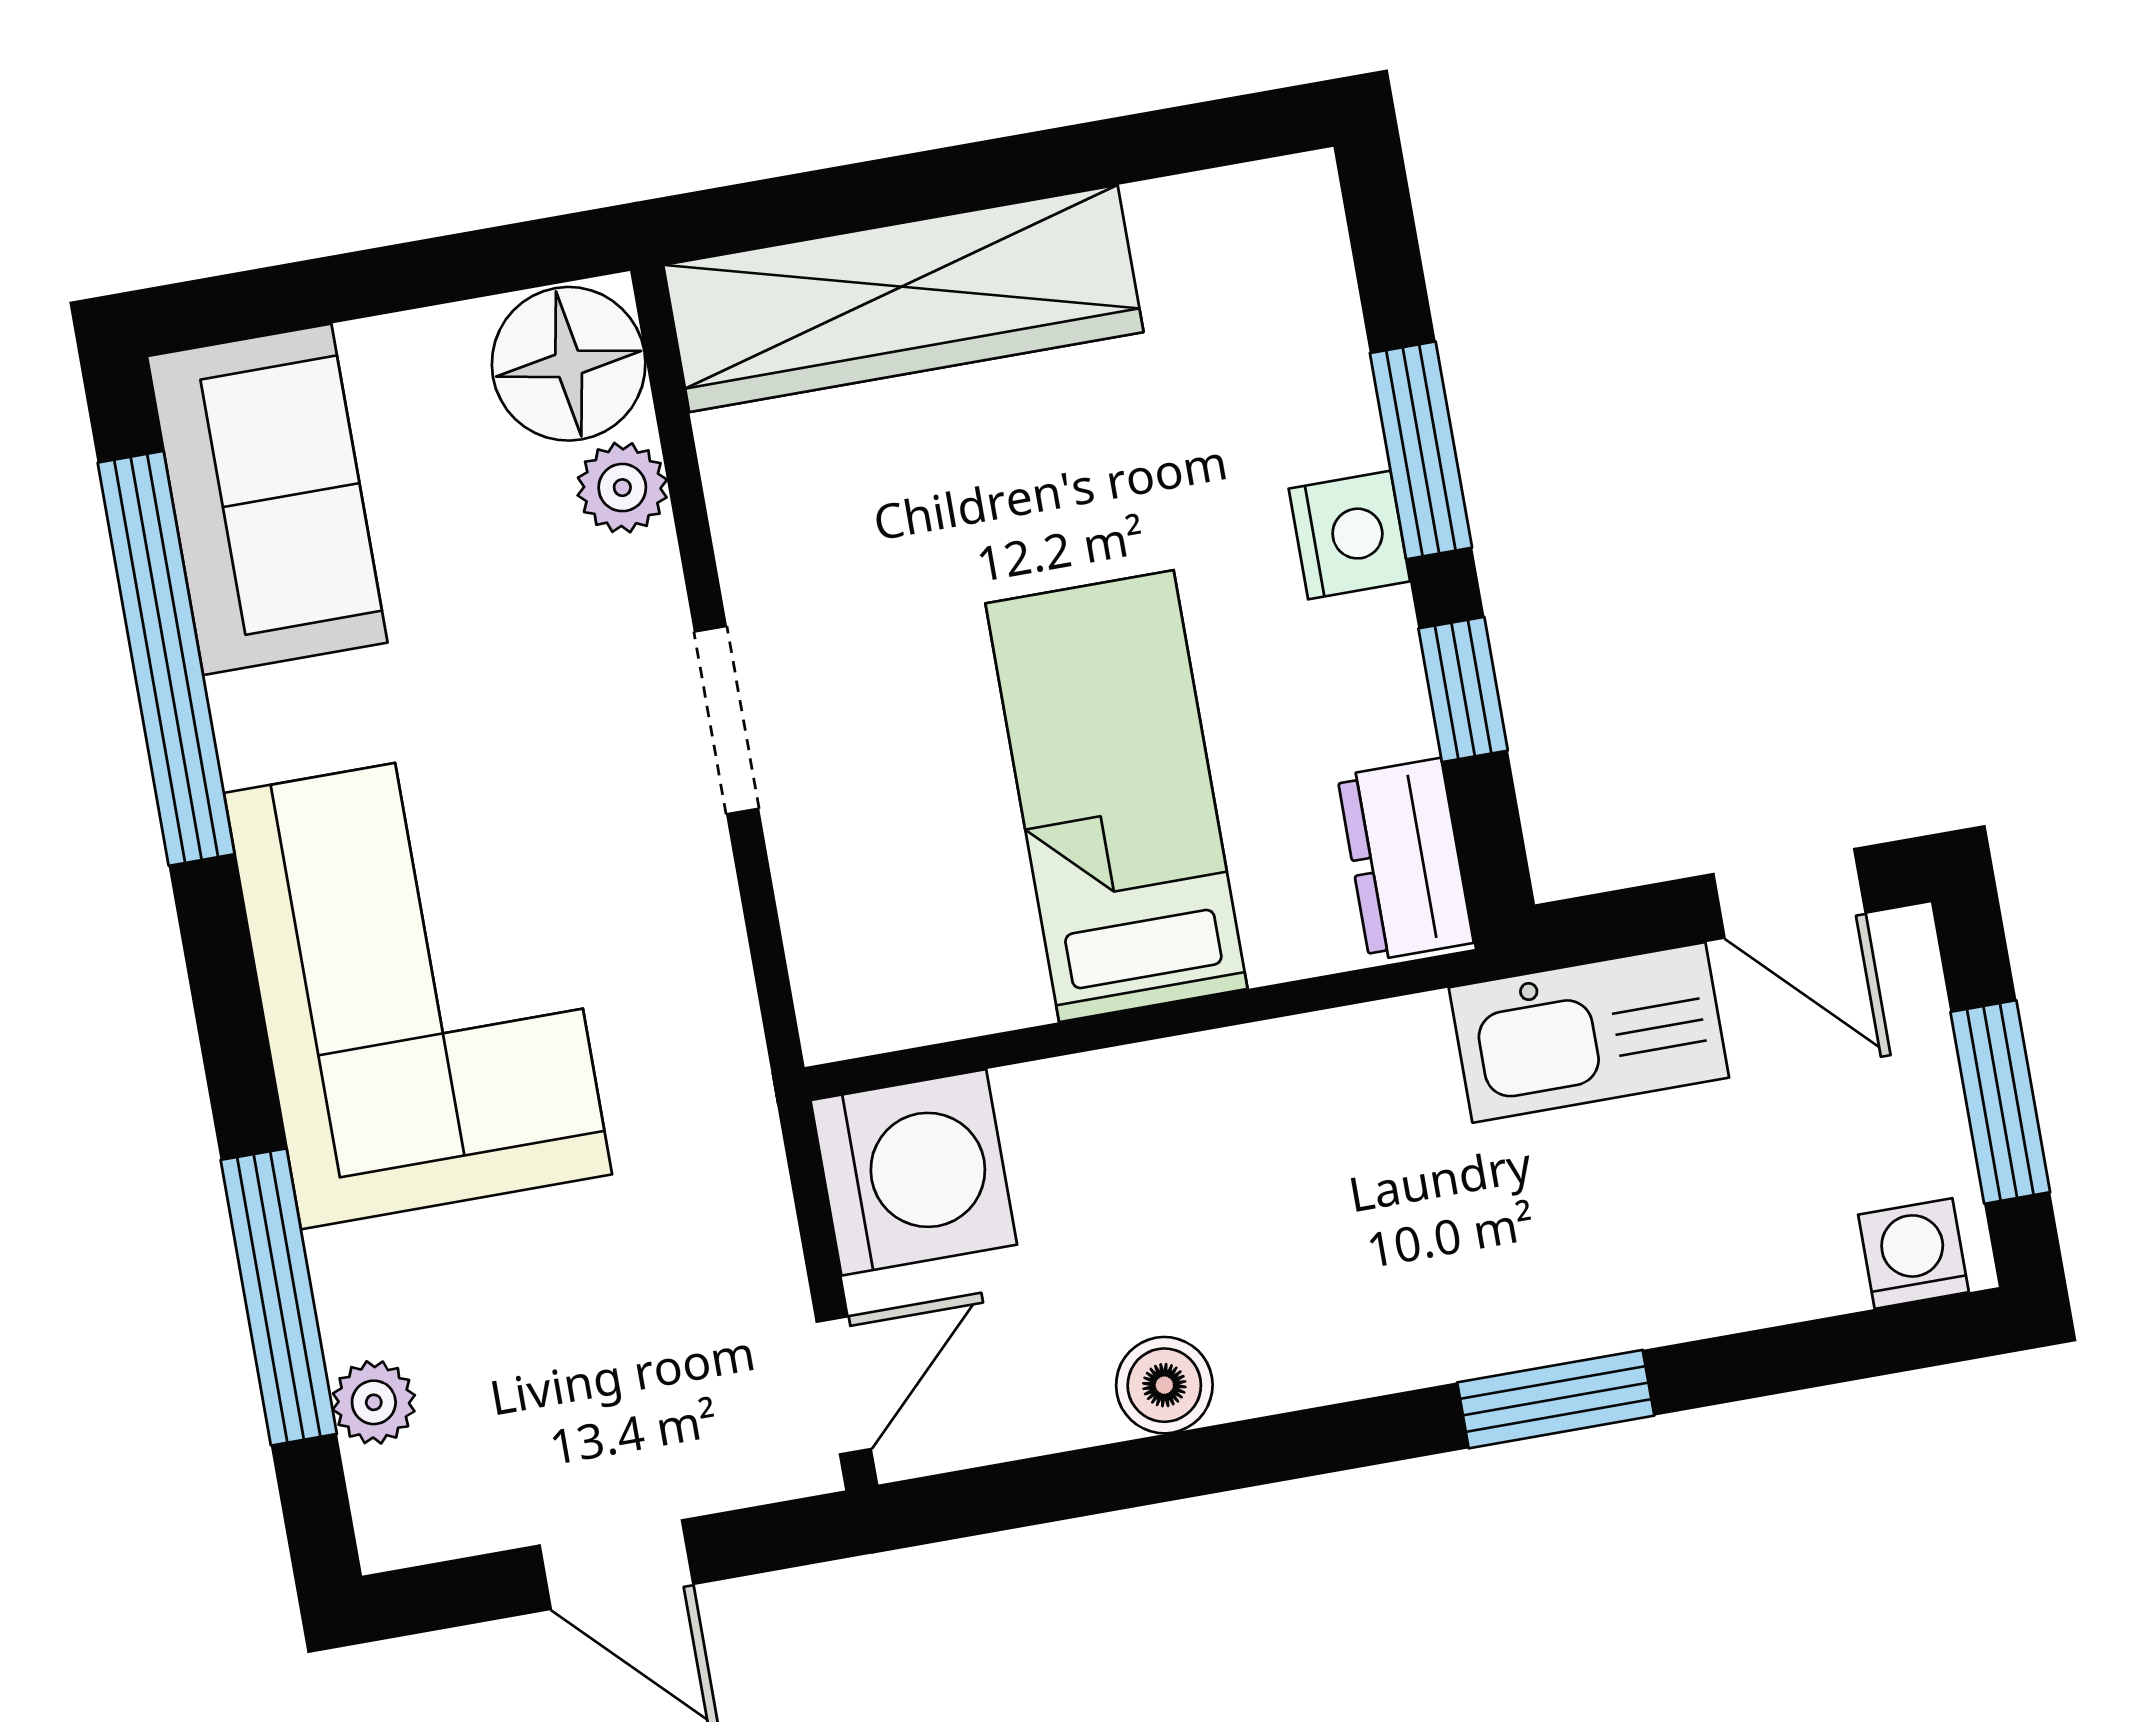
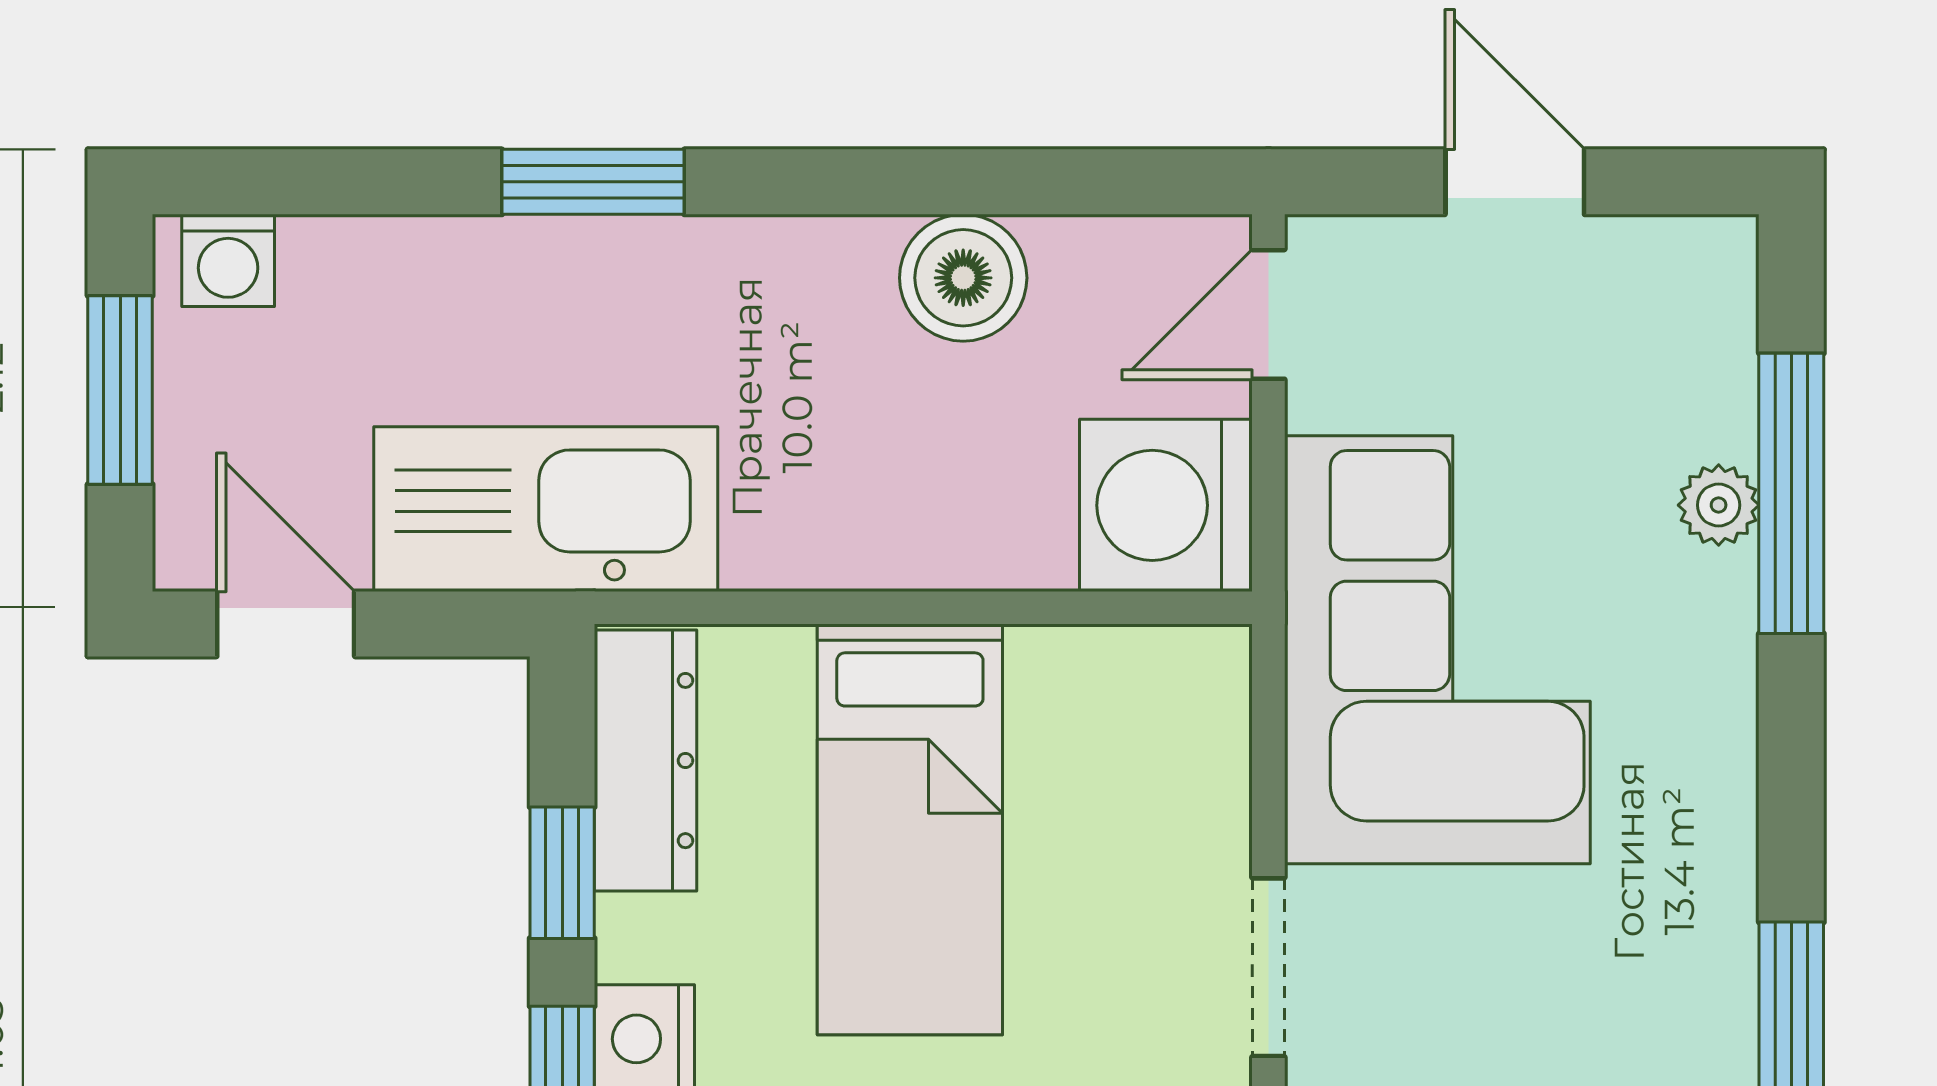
dresser: (1405, 859) -> (646, 761), width x1.44
corner sofa: (418, 984) -> (1437, 650), moved, turned 180
kitchen sink: (1589, 1033) -> (546, 509), width x1.36, depth x1.24
boiler: (1164, 1385) -> (963, 278), width x1.36, depth x1.36
plant: (374, 1402) -> (1719, 505), moved

